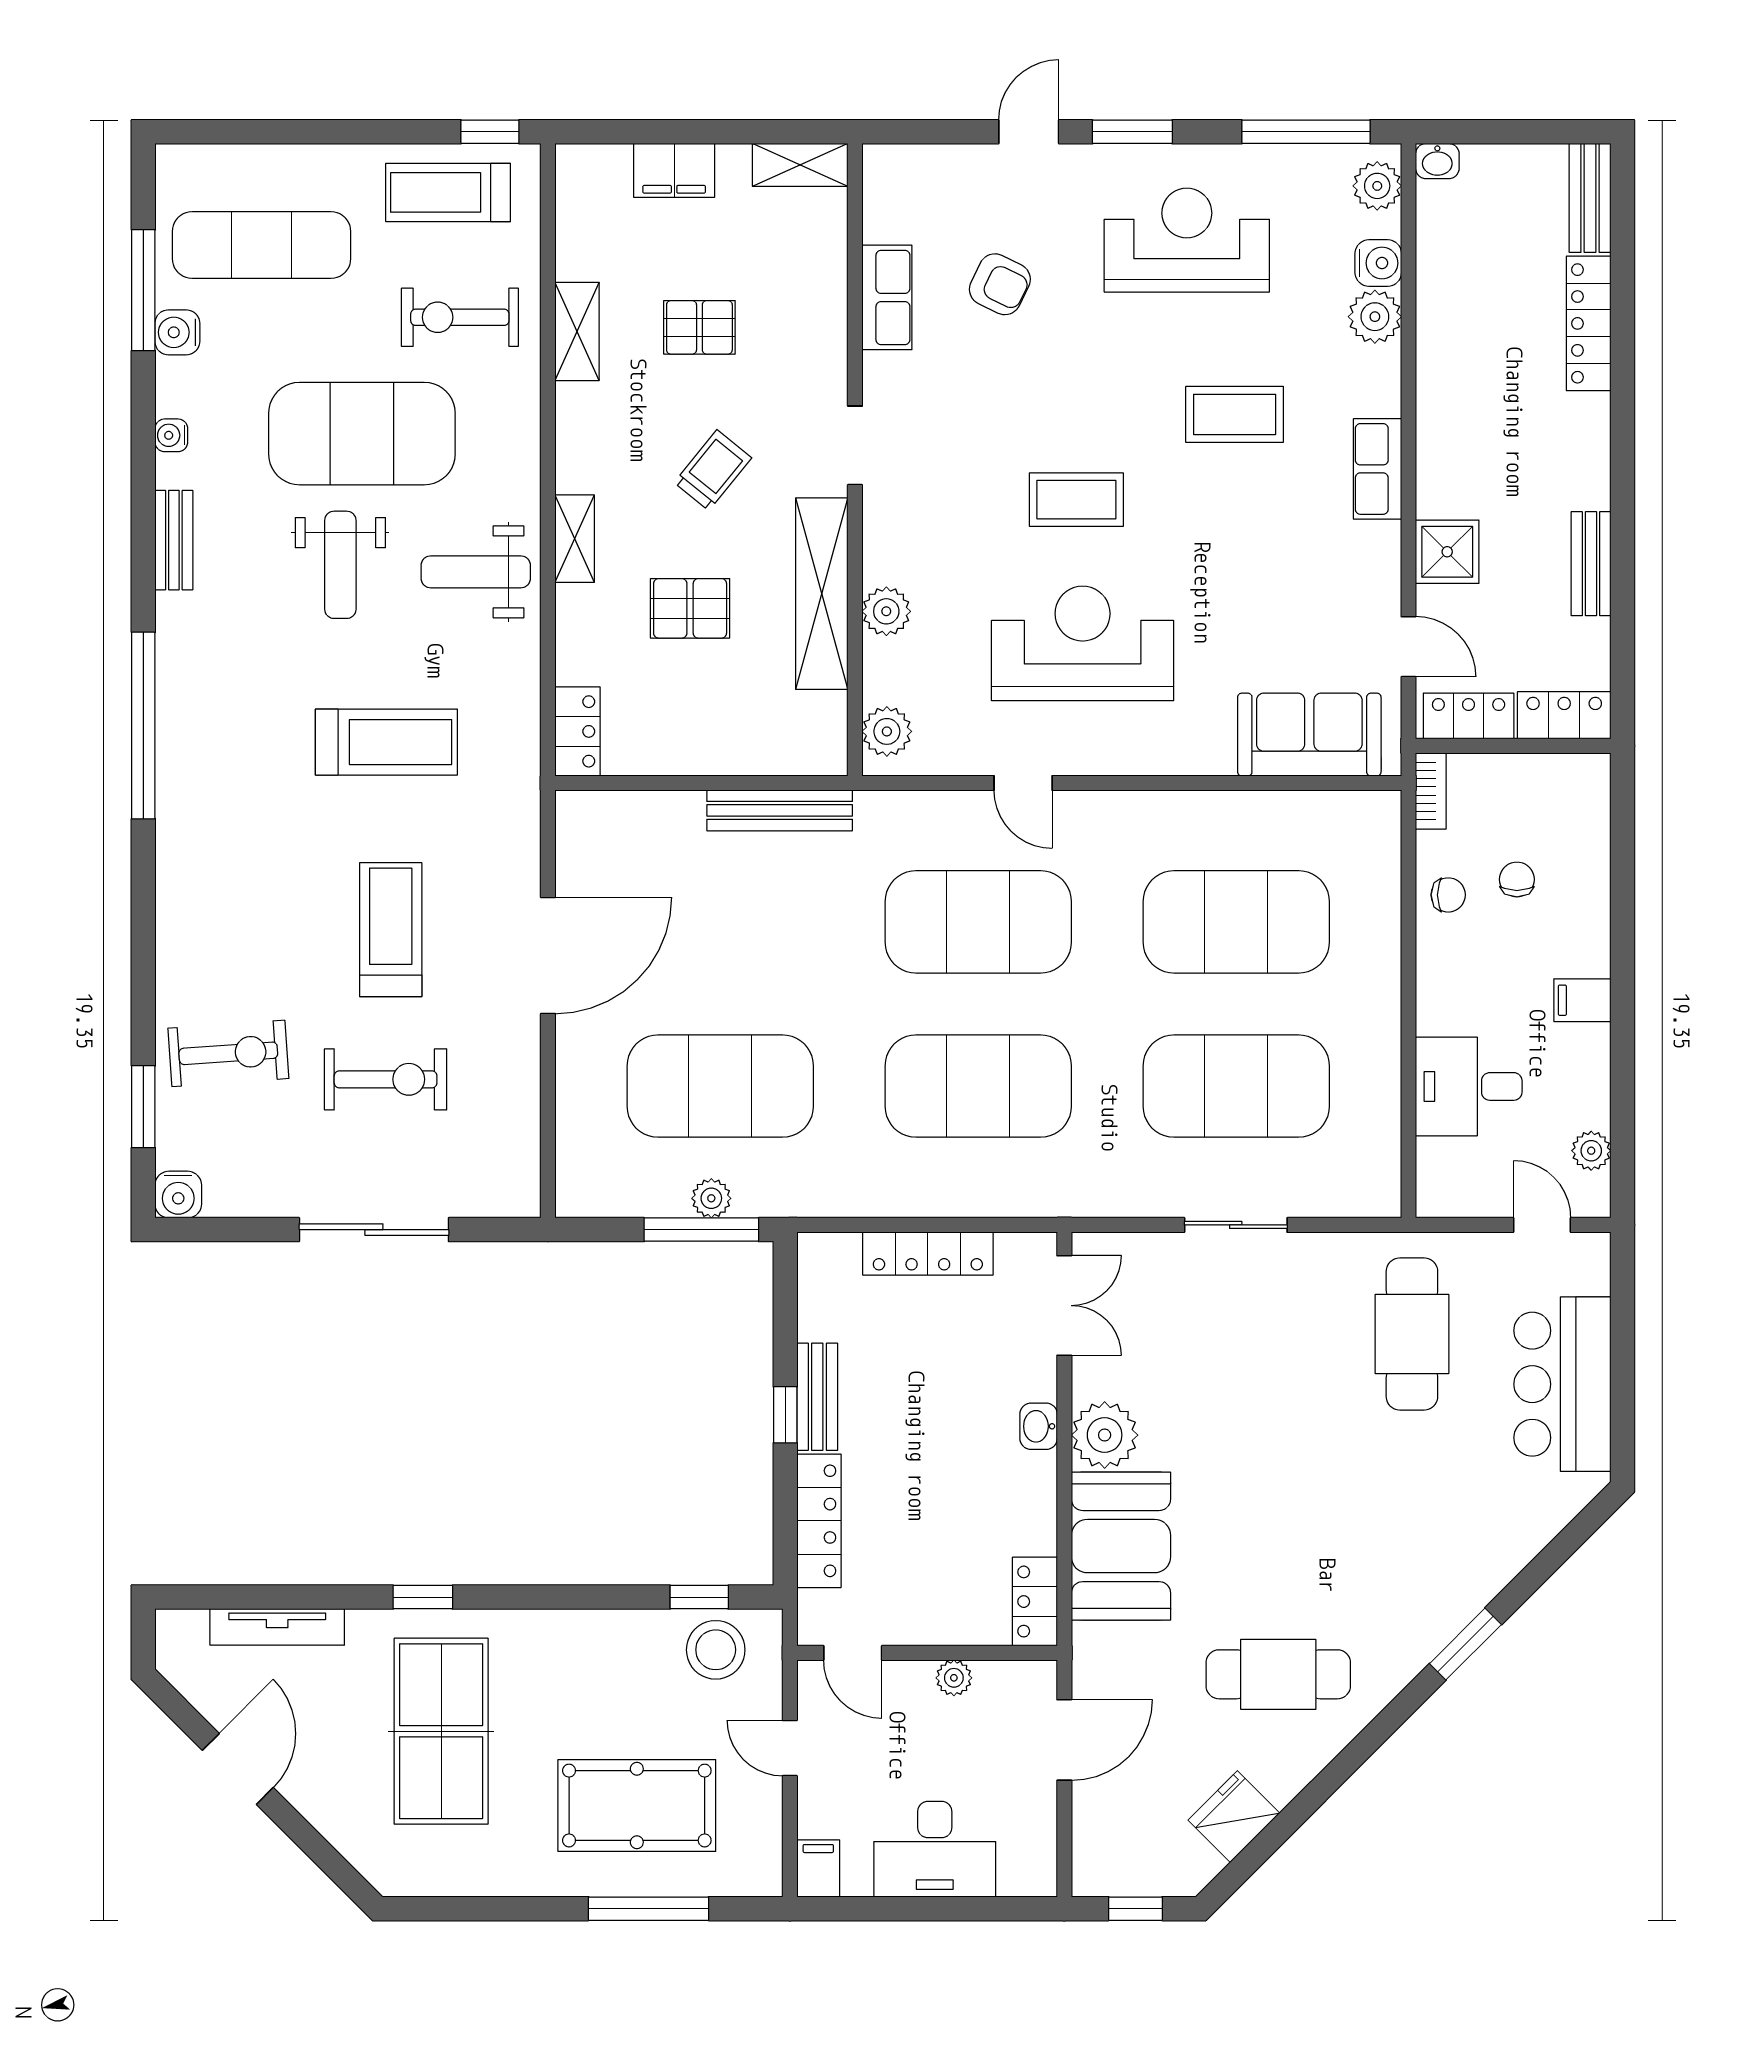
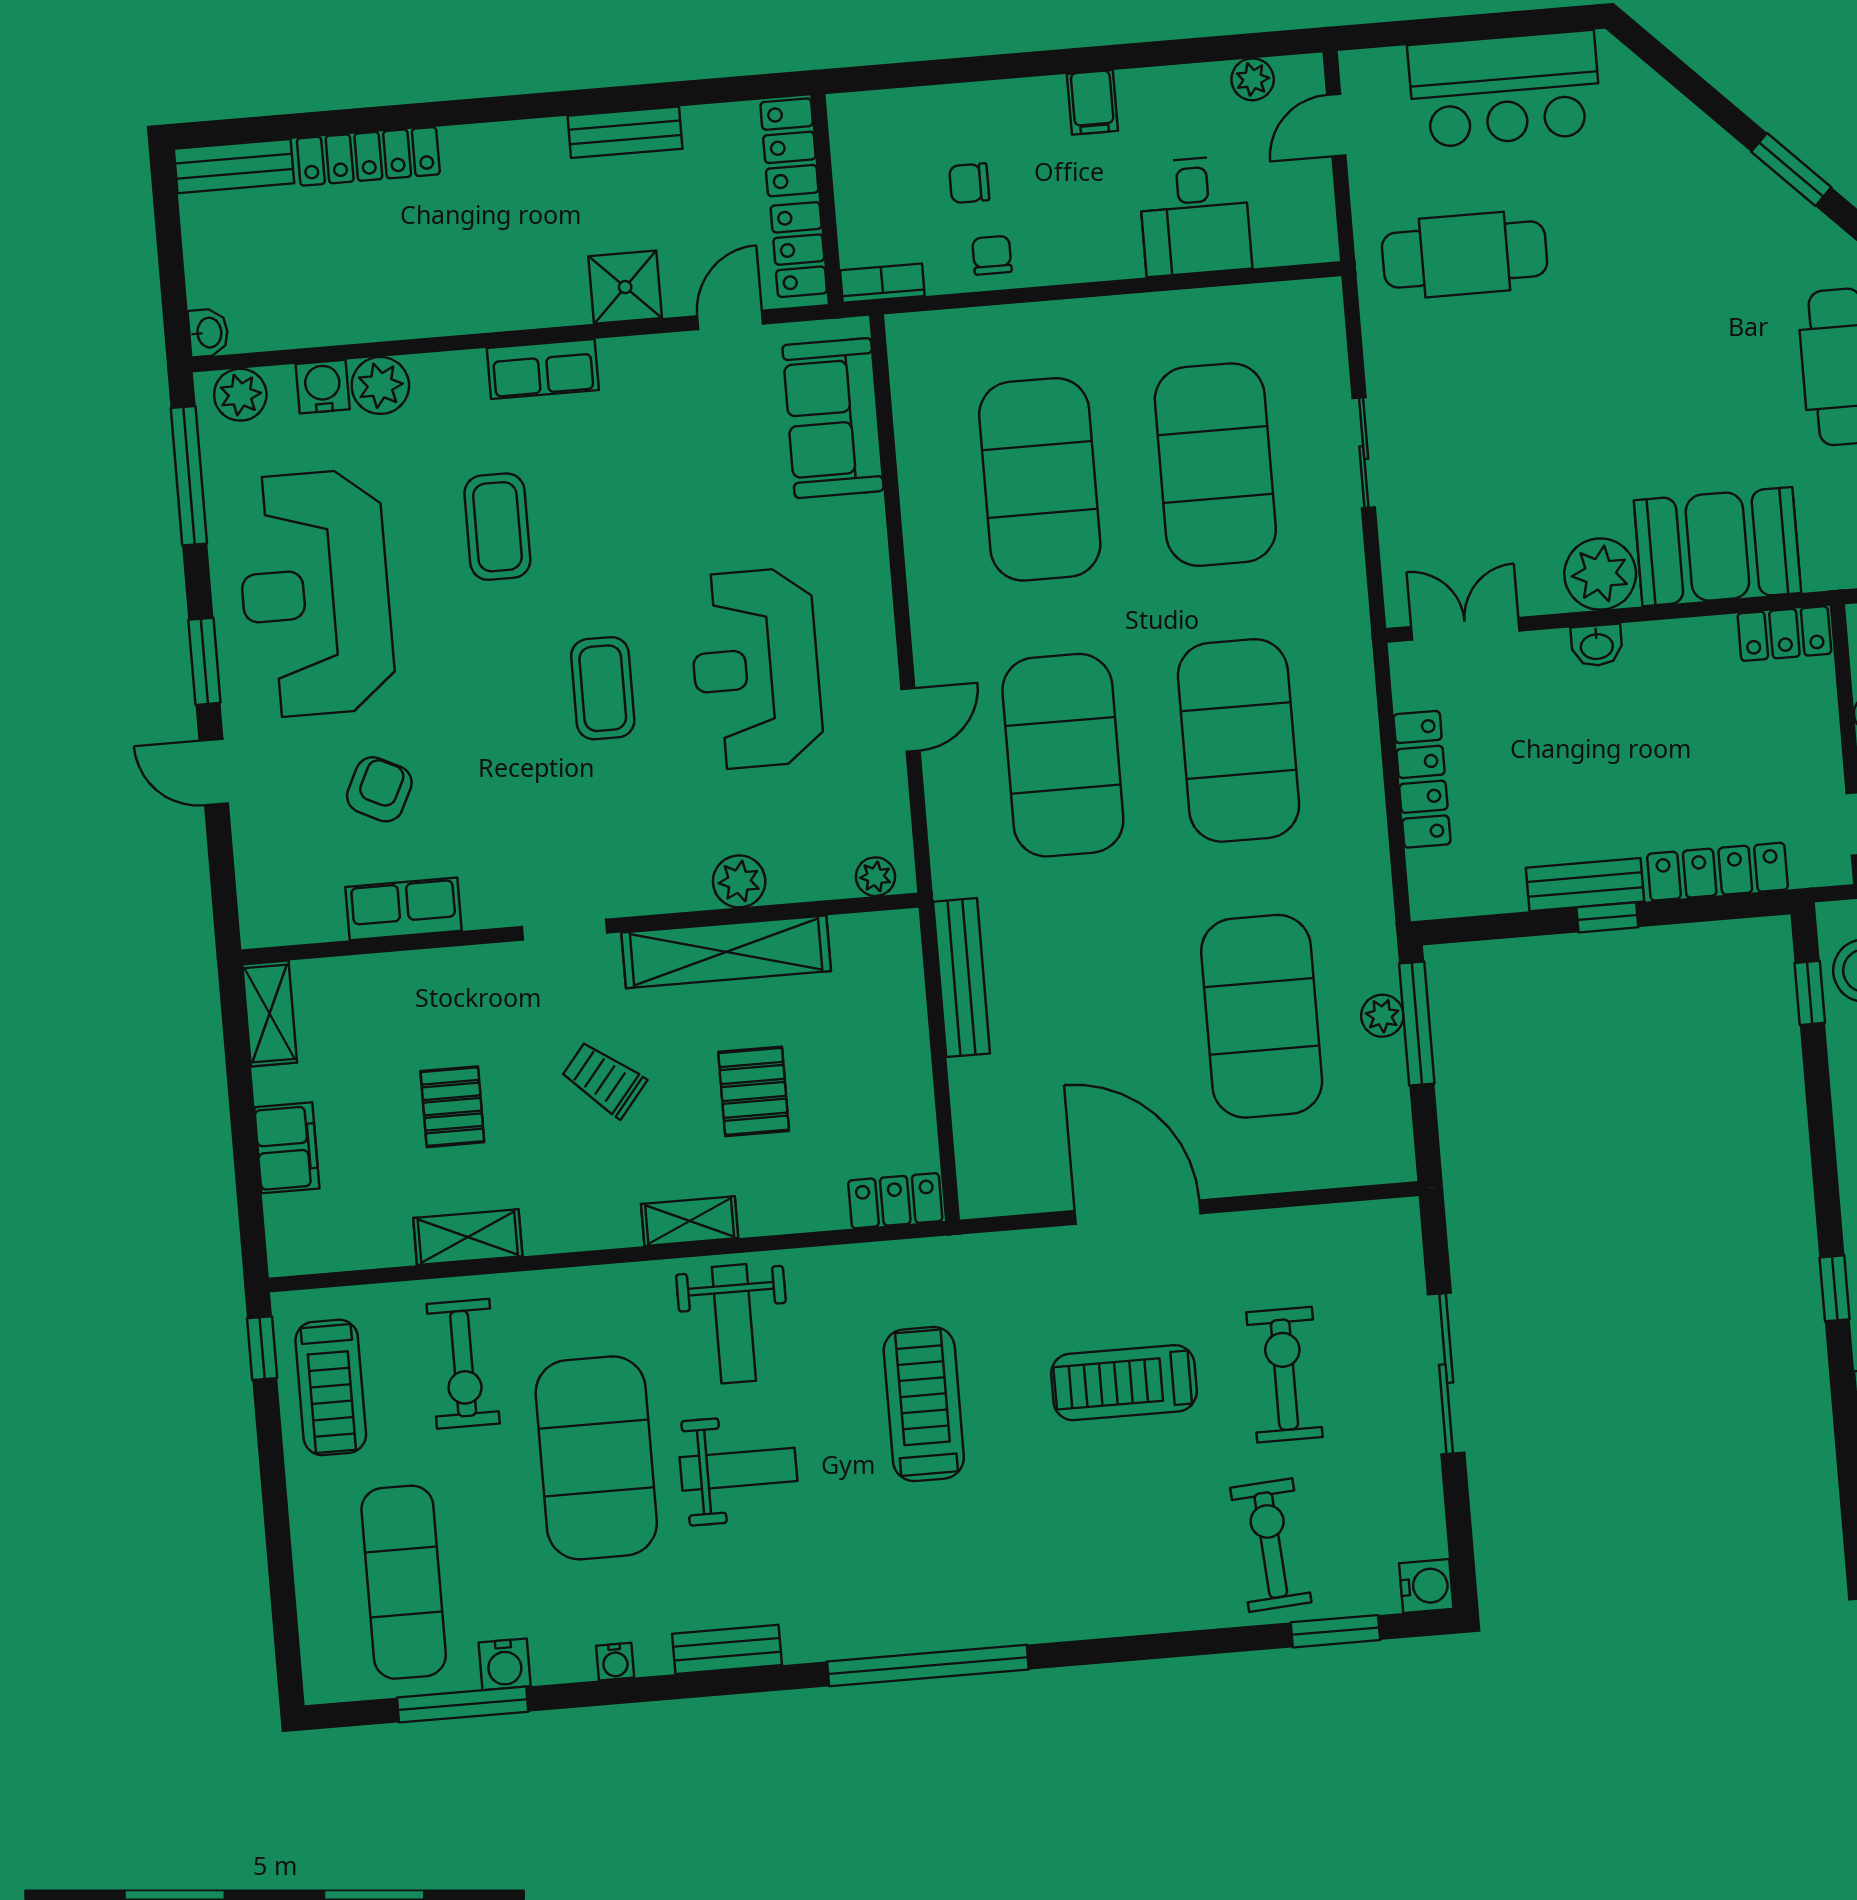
reception desk: (1187, 240) -> (315, 593), width x1.36, depth x1.30
plant: (887, 731) -> (875, 877), width x0.73, depth x0.73

